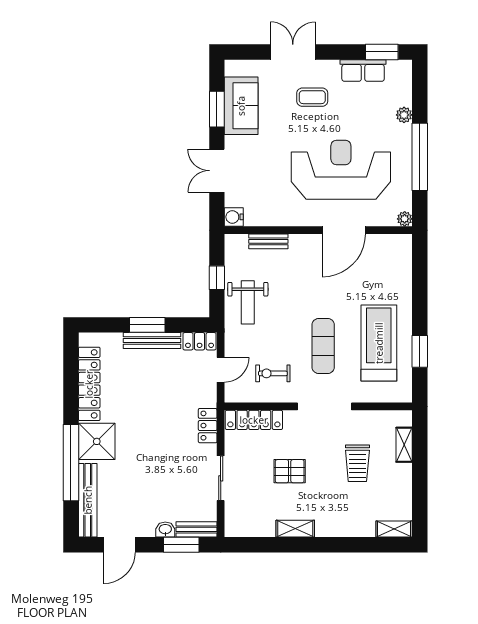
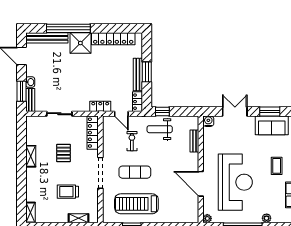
window: (217, 278) -> (162, 112), moved
treadmill: (379, 343) -> (136, 204), turned 180
exercise bike: (273, 373) -> (132, 141), moved
locker: (208, 426) -> (100, 106), moved

